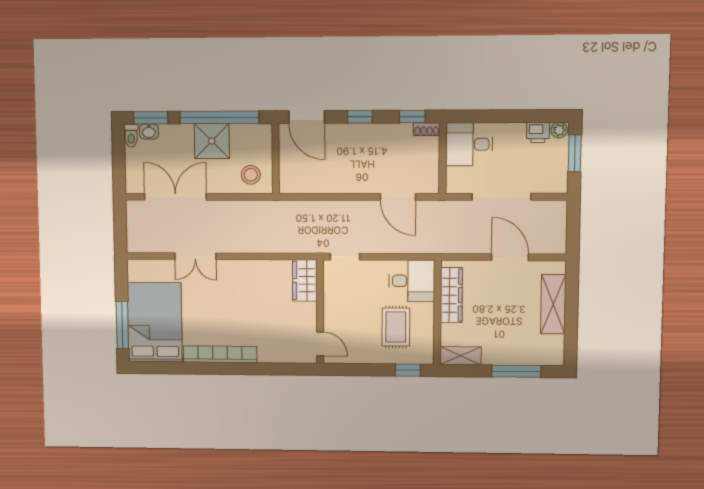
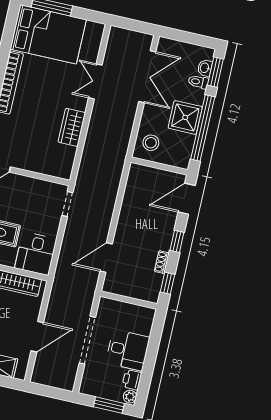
shoe rack: (427, 129) -> (162, 262), moved
toilet: (131, 136) -> (198, 82), moved
desk: (469, 144) -> (128, 350), moved, turned 90
wardrobe: (305, 280) -> (72, 127), moved, turned -90

